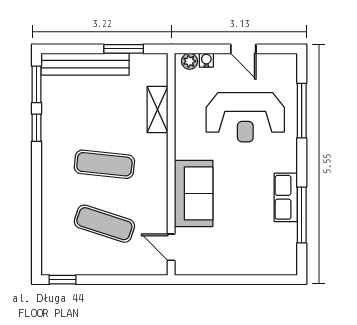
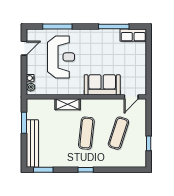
door: (243, 49) -> (24, 48), moved
shelving: (158, 109) -> (68, 104), moved
window: (36, 128) -> (86, 170), moved
row of seats: (286, 197) -> (133, 35), moved
window: (63, 280) -> (149, 143), moved

